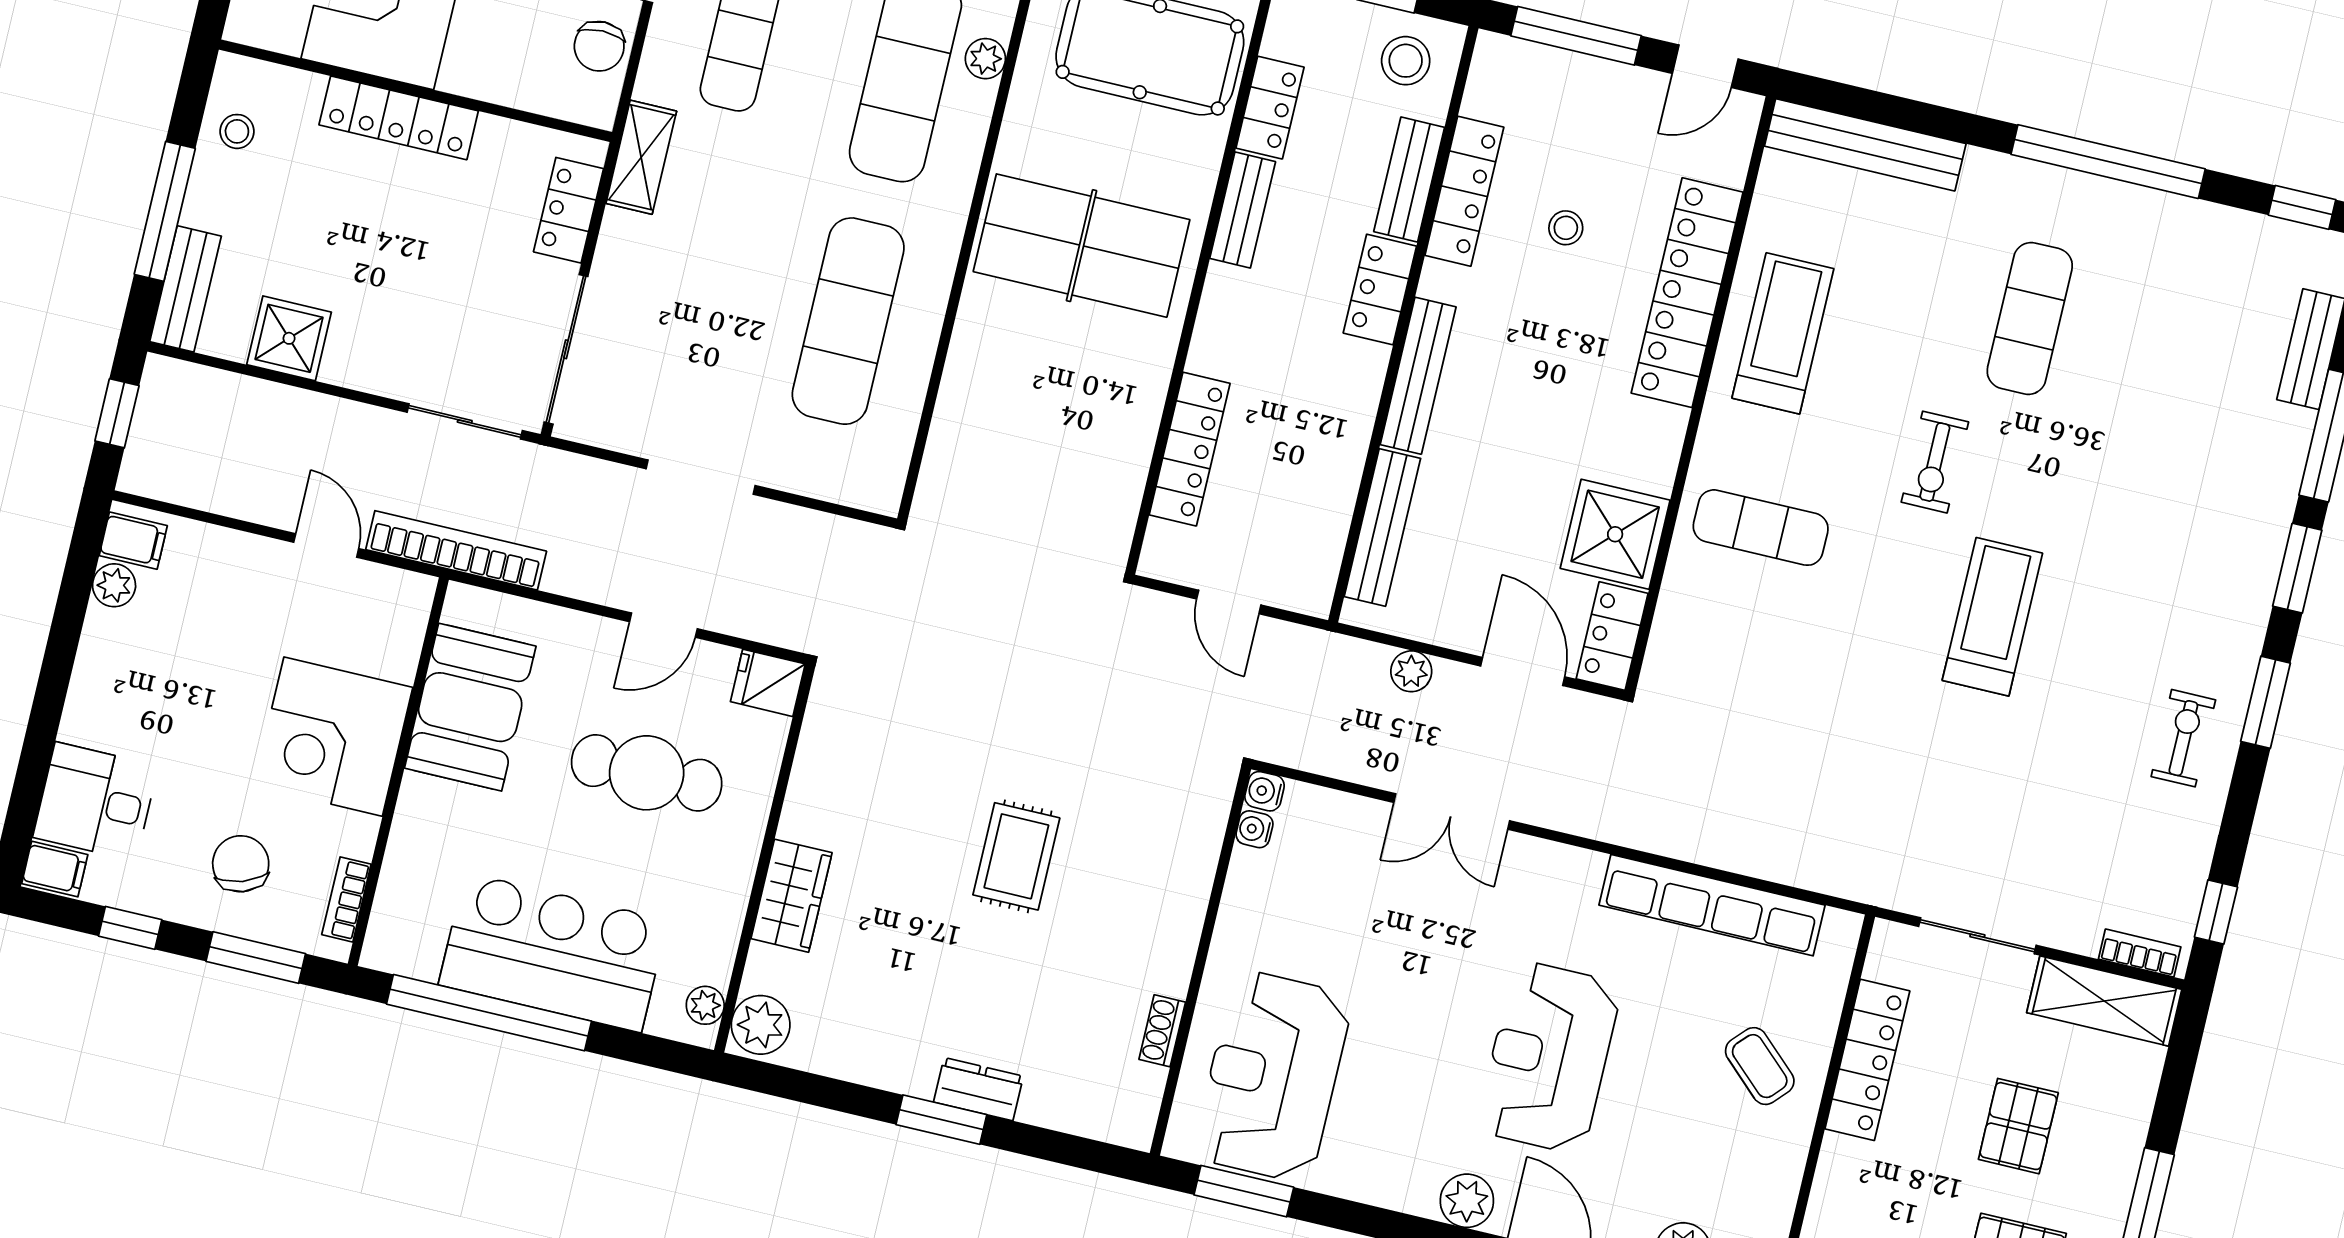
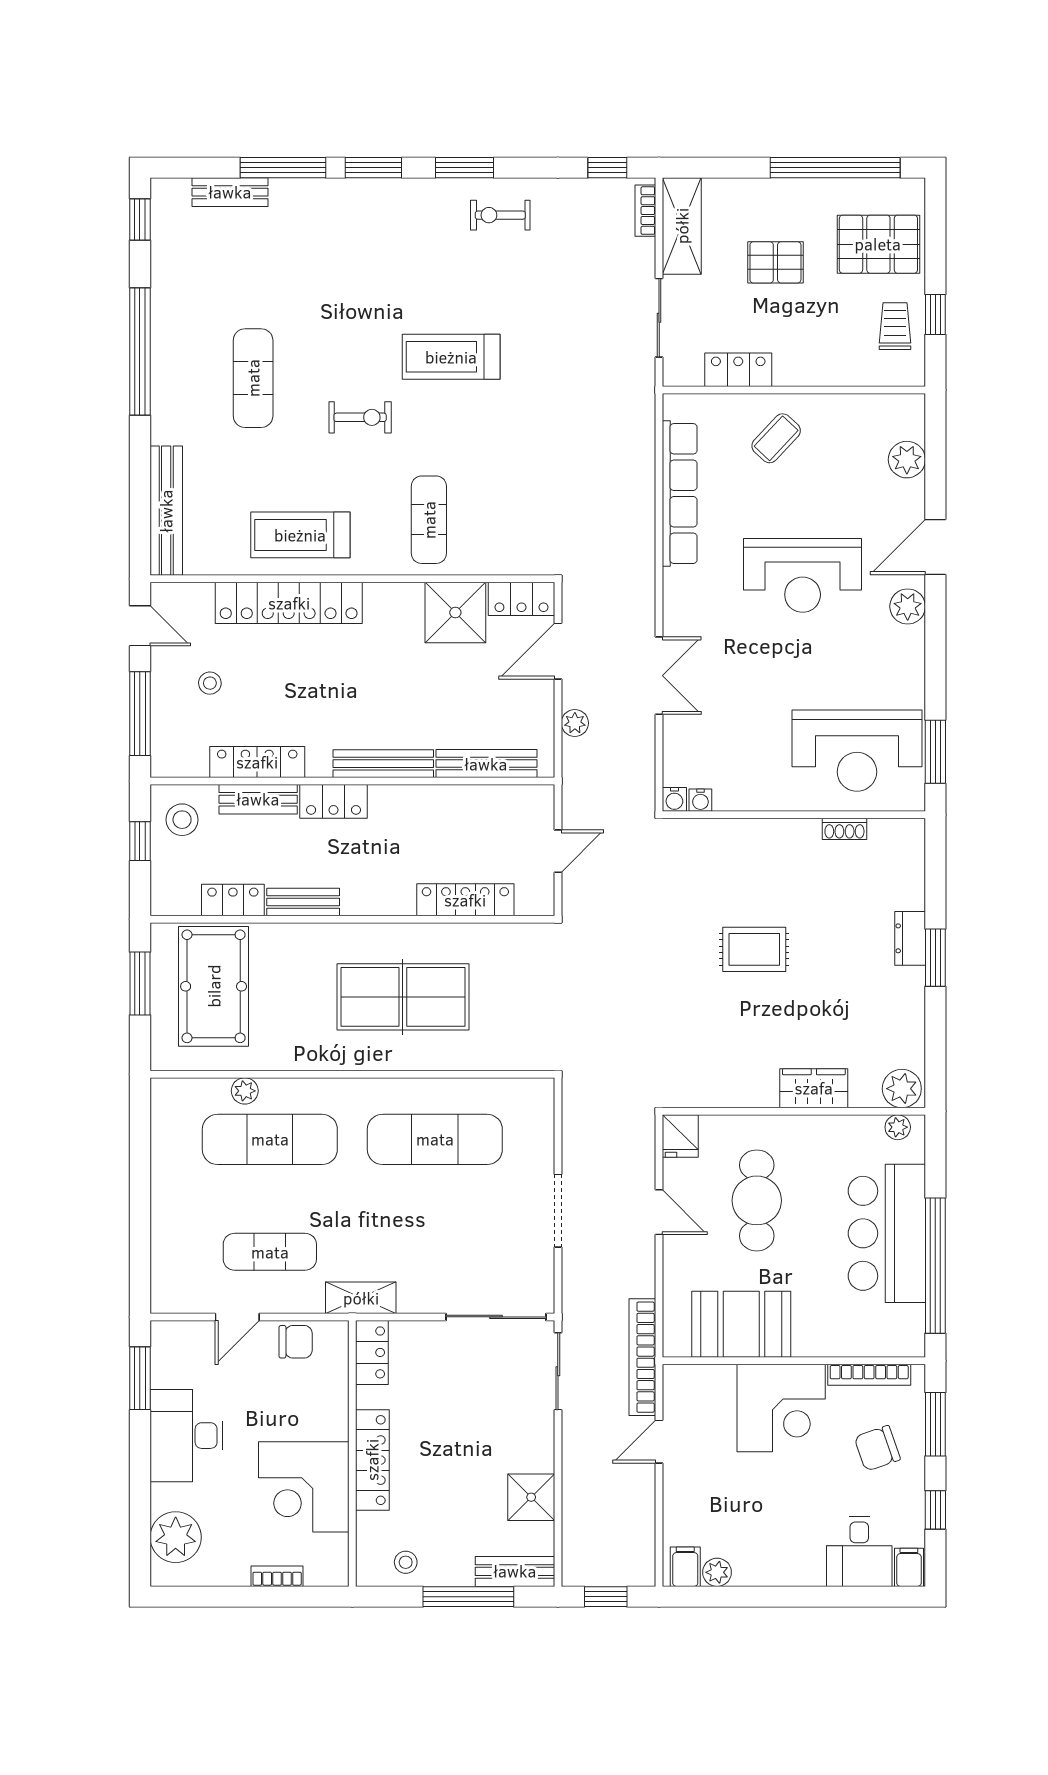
locker: (569, 210) -> (372, 1352), moved, turned -90
stool: (1566, 228) -> (210, 683), moved
table tennis table: (1082, 246) -> (403, 997), moved, turned 90
exercise mat: (2030, 318) -> (253, 378), turned 90
bookcase: (346, 899) -> (869, 1375), width x1.56
locker: (1867, 1060) -> (738, 370), width x0.66

